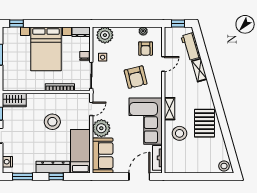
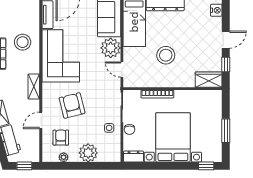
plant: (105, 35) -> (88, 153), moved
door: (91, 109) -> (122, 70), hinge flipped
shelving: (170, 109) -> (34, 87), moved

